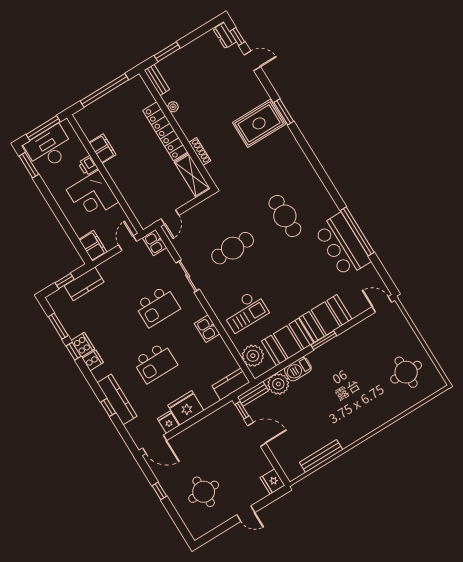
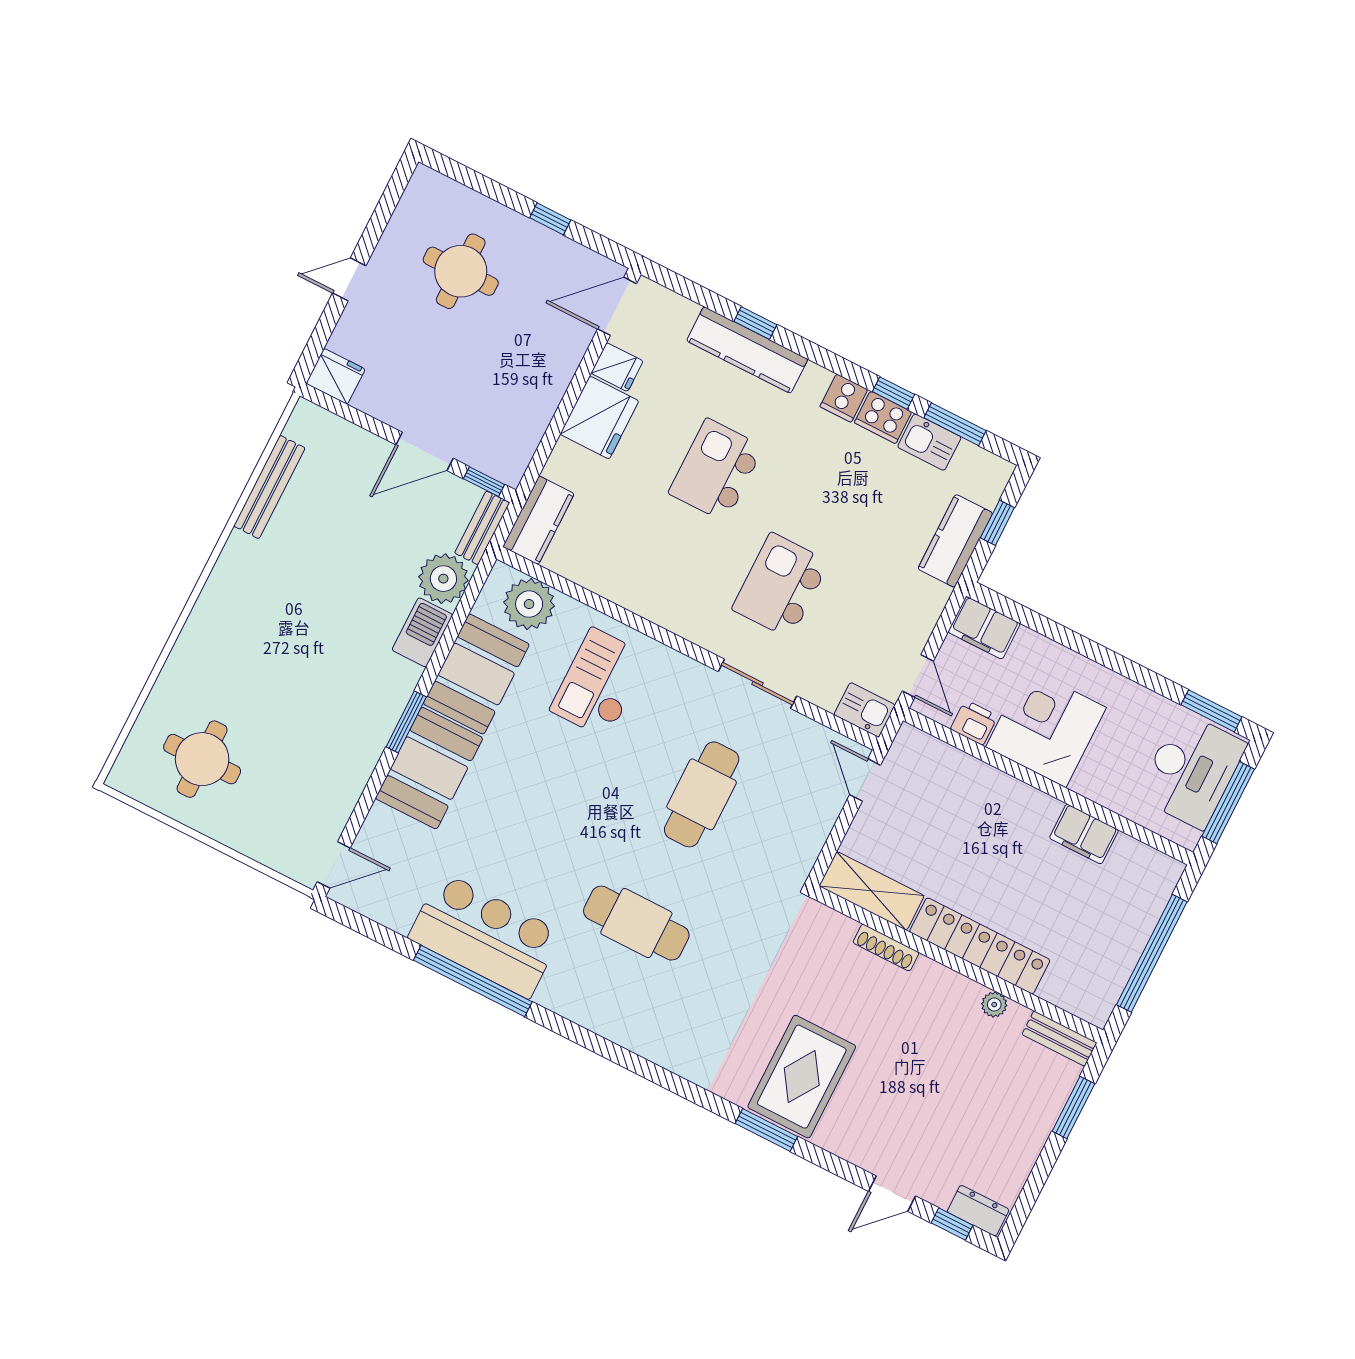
printer: (88, 166) -> (974, 722), moved
kitchen sink: (207, 329) -> (929, 442), moved, turned 180

